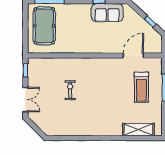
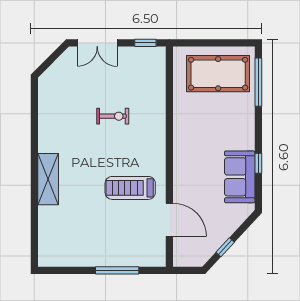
treadmill: (141, 87) -> (130, 188), moved
shelving: (138, 130) -> (48, 179), moved

